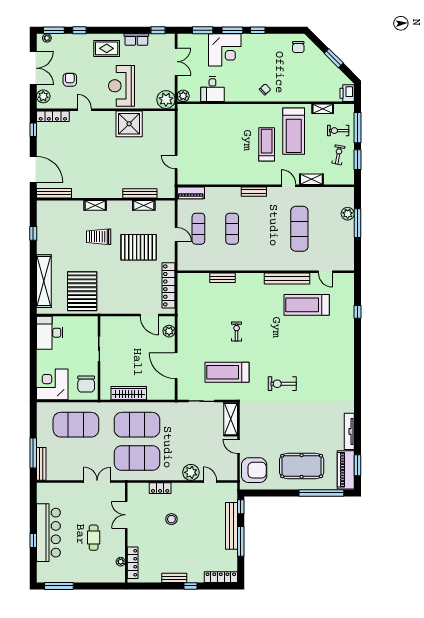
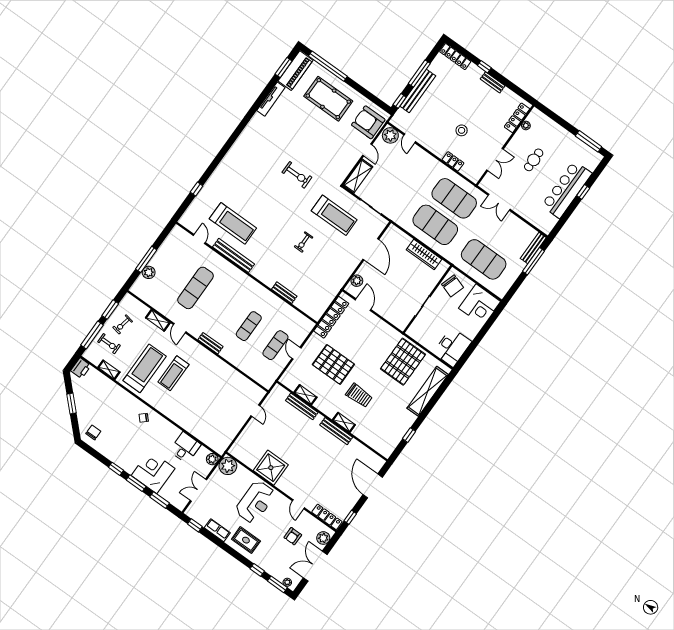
bench: (54, 193) -> (336, 431), moved
piano: (191, 193) -> (261, 378), removed
chair: (86, 384) -> (452, 286), turned 108
plant: (191, 472) -> (390, 135), moved

